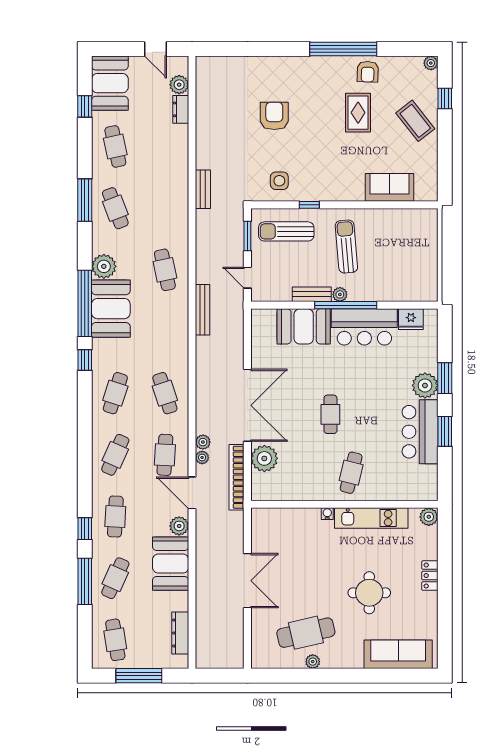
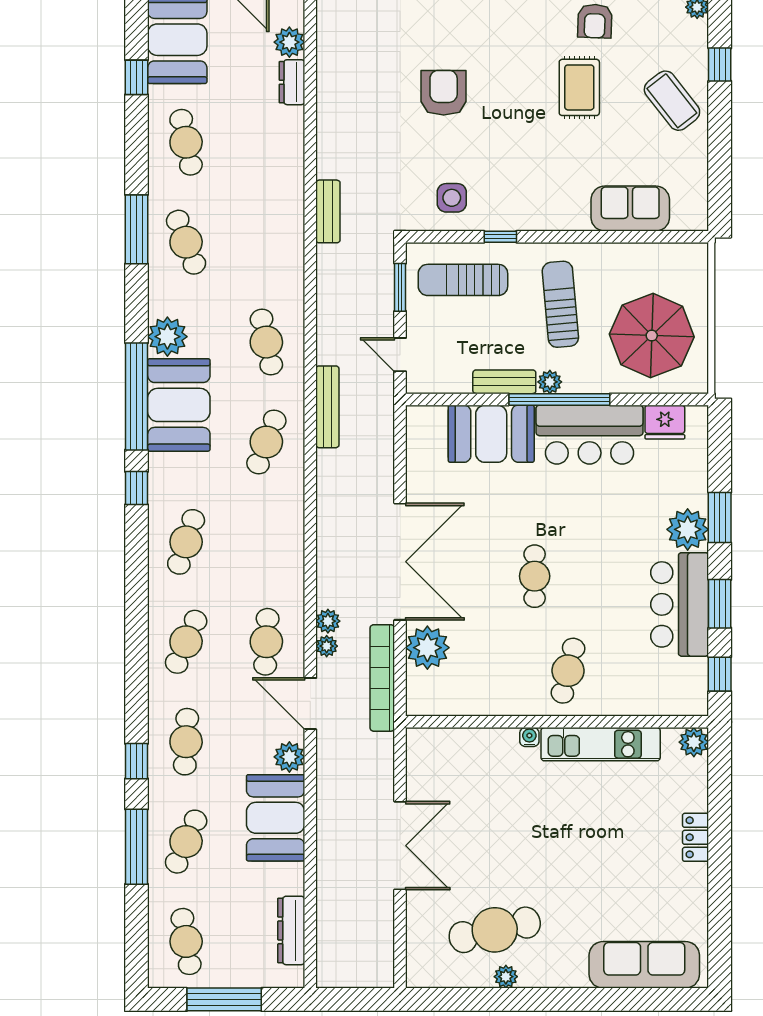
parasol: (403, 266) -> (652, 336), added
cafe table: (165, 393) -> (266, 442), moved, turned 39
window: (445, 475) -> (720, 674), added
round table: (369, 593) -> (597, 865), removed

